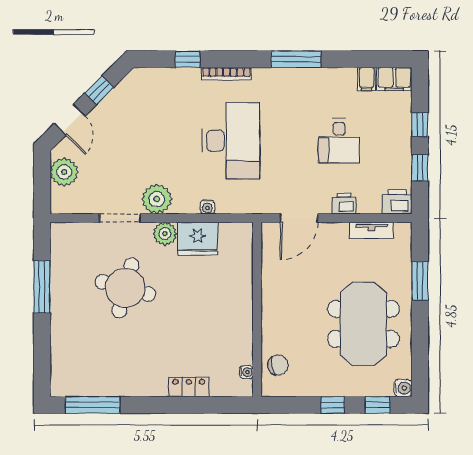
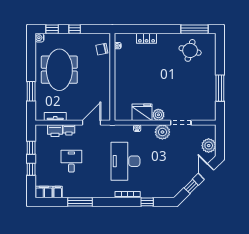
window: (296, 59) -> (80, 202), moved
printer: (397, 202) -> (55, 131), moved
round table: (125, 288) -> (190, 50), moved, width x0.73, depth x0.73

